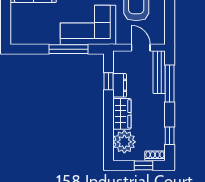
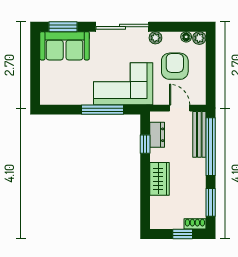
window: (170, 84) -> (211, 147), width x1.46
dresser: (120, 85) -> (157, 135), moved
window: (170, 136) -> (211, 202), width x1.50
plant: (124, 142) -> (162, 209), removed

